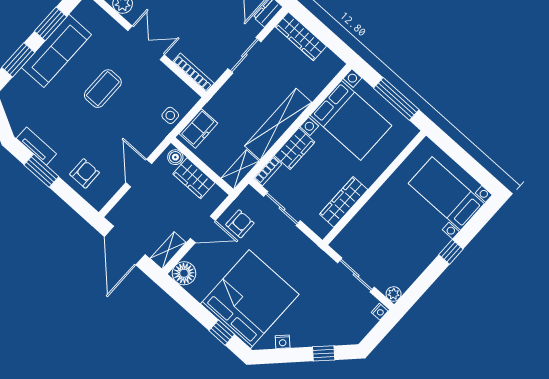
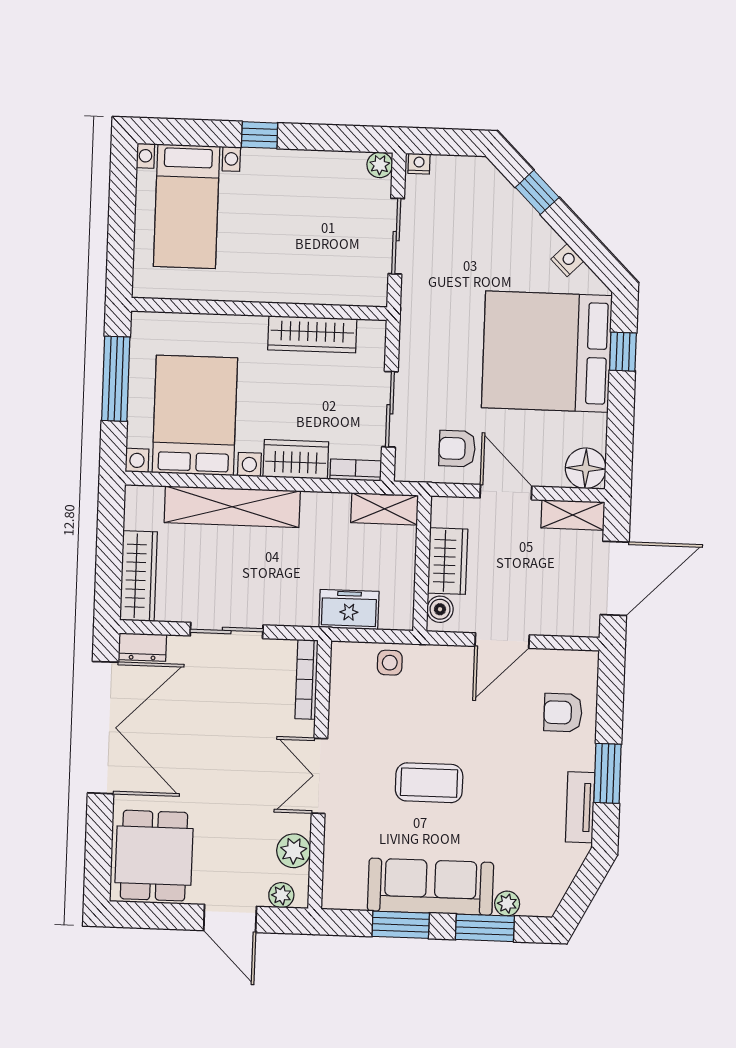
plant: (21, 79) -> (507, 904), added
shelving: (278, 124) -> (232, 507), moved
freezer: (198, 128) -> (349, 609), moved

